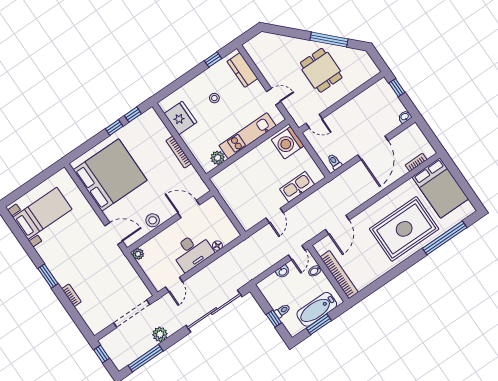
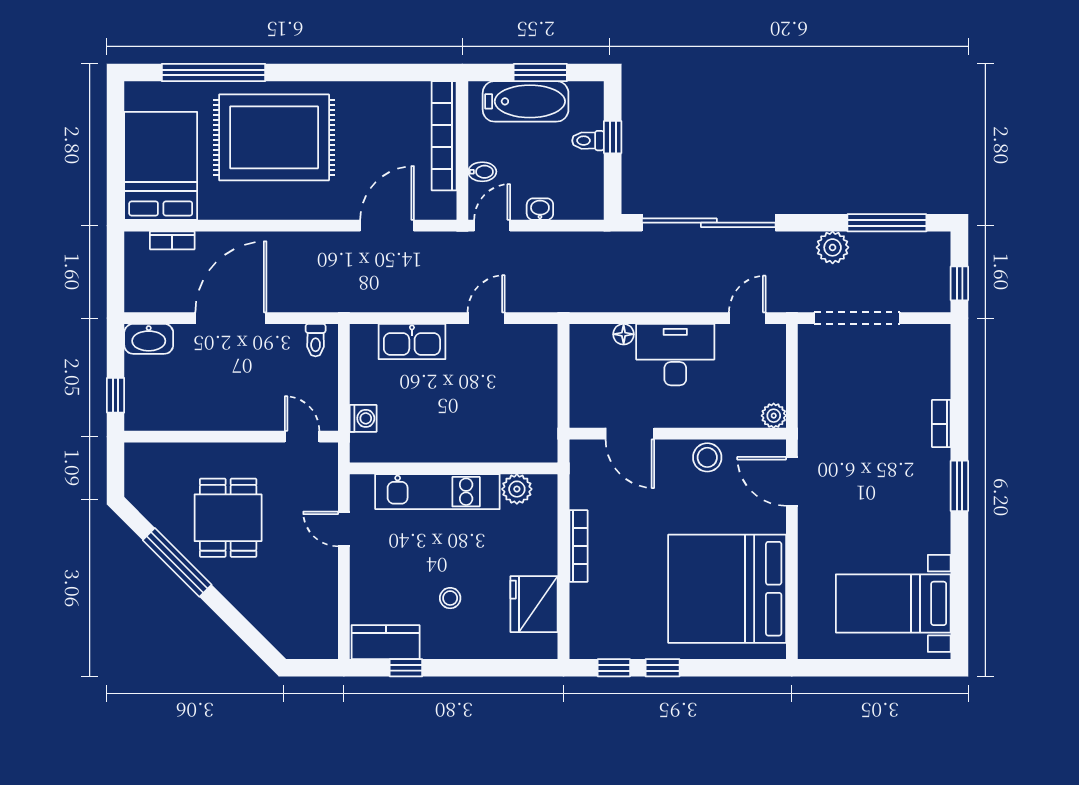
kitchen counter: (242, 70) -> (386, 642), moved, turned -90
washbasin: (405, 117) -> (149, 339), width x1.91, depth x1.45
washing machine: (288, 143) -> (363, 418), width x0.53, depth x0.53

